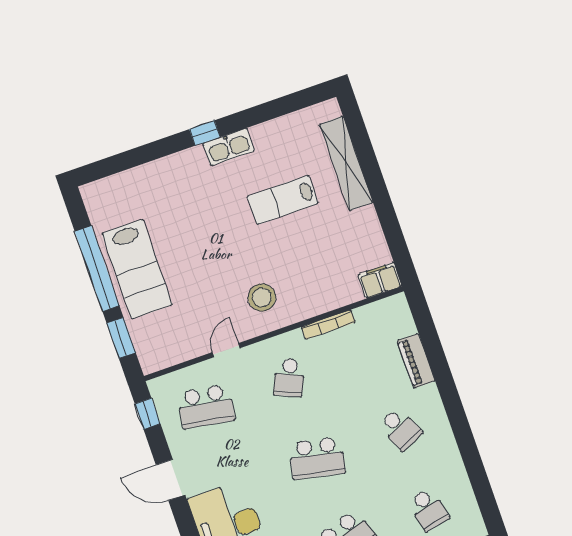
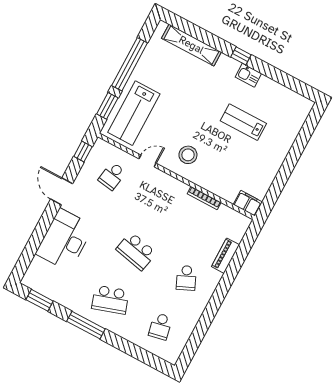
kitchen sink: (229, 147) -> (248, 75), width x0.73
shelving: (346, 163) -> (191, 45), moved, turned 90
lab bench: (137, 269) -> (134, 113), moved
school desk: (289, 377) -> (162, 203), removed
school desk: (206, 406) -> (112, 176), width x0.54

